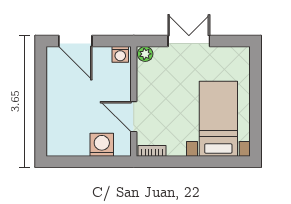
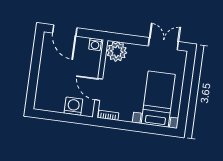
double door: (189, 41) -> (163, 44), moved
plant: (145, 54) -> (117, 52), width x1.88, depth x1.88

